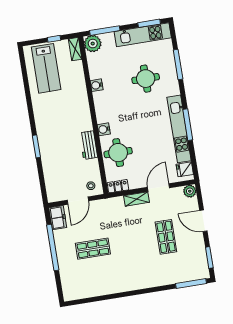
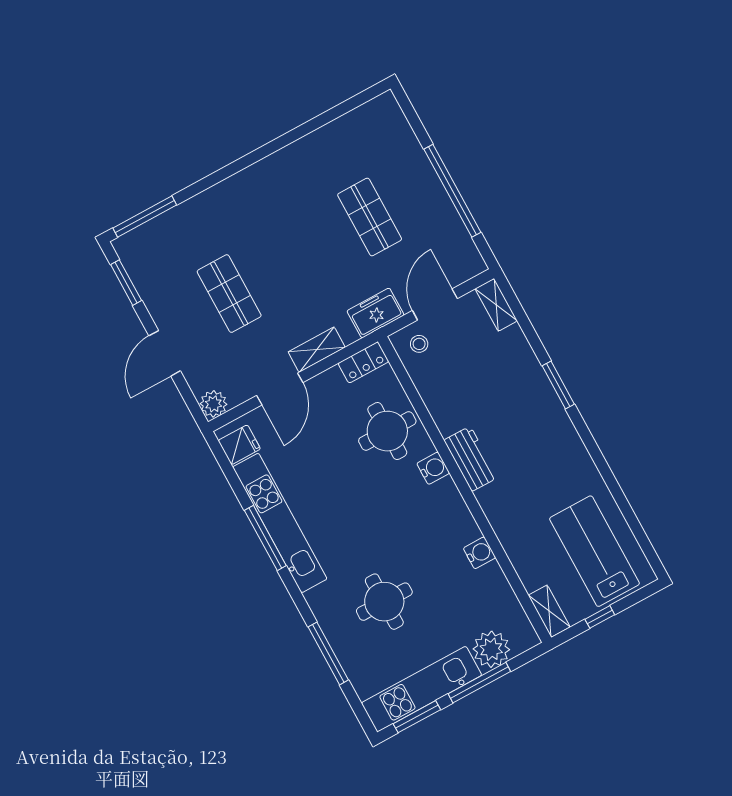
window: (105, 31) -> (479, 683), moved
plant: (93, 44) -> (491, 649), moved
workbench: (89, 145) -> (471, 459), moved
shelving: (51, 191) -> (496, 305), added
freezer: (58, 218) -> (376, 313), moved, turned 90
door: (203, 221) -> (165, 353), swing flipped
shop shelf: (93, 249) -> (370, 217), turned 90

